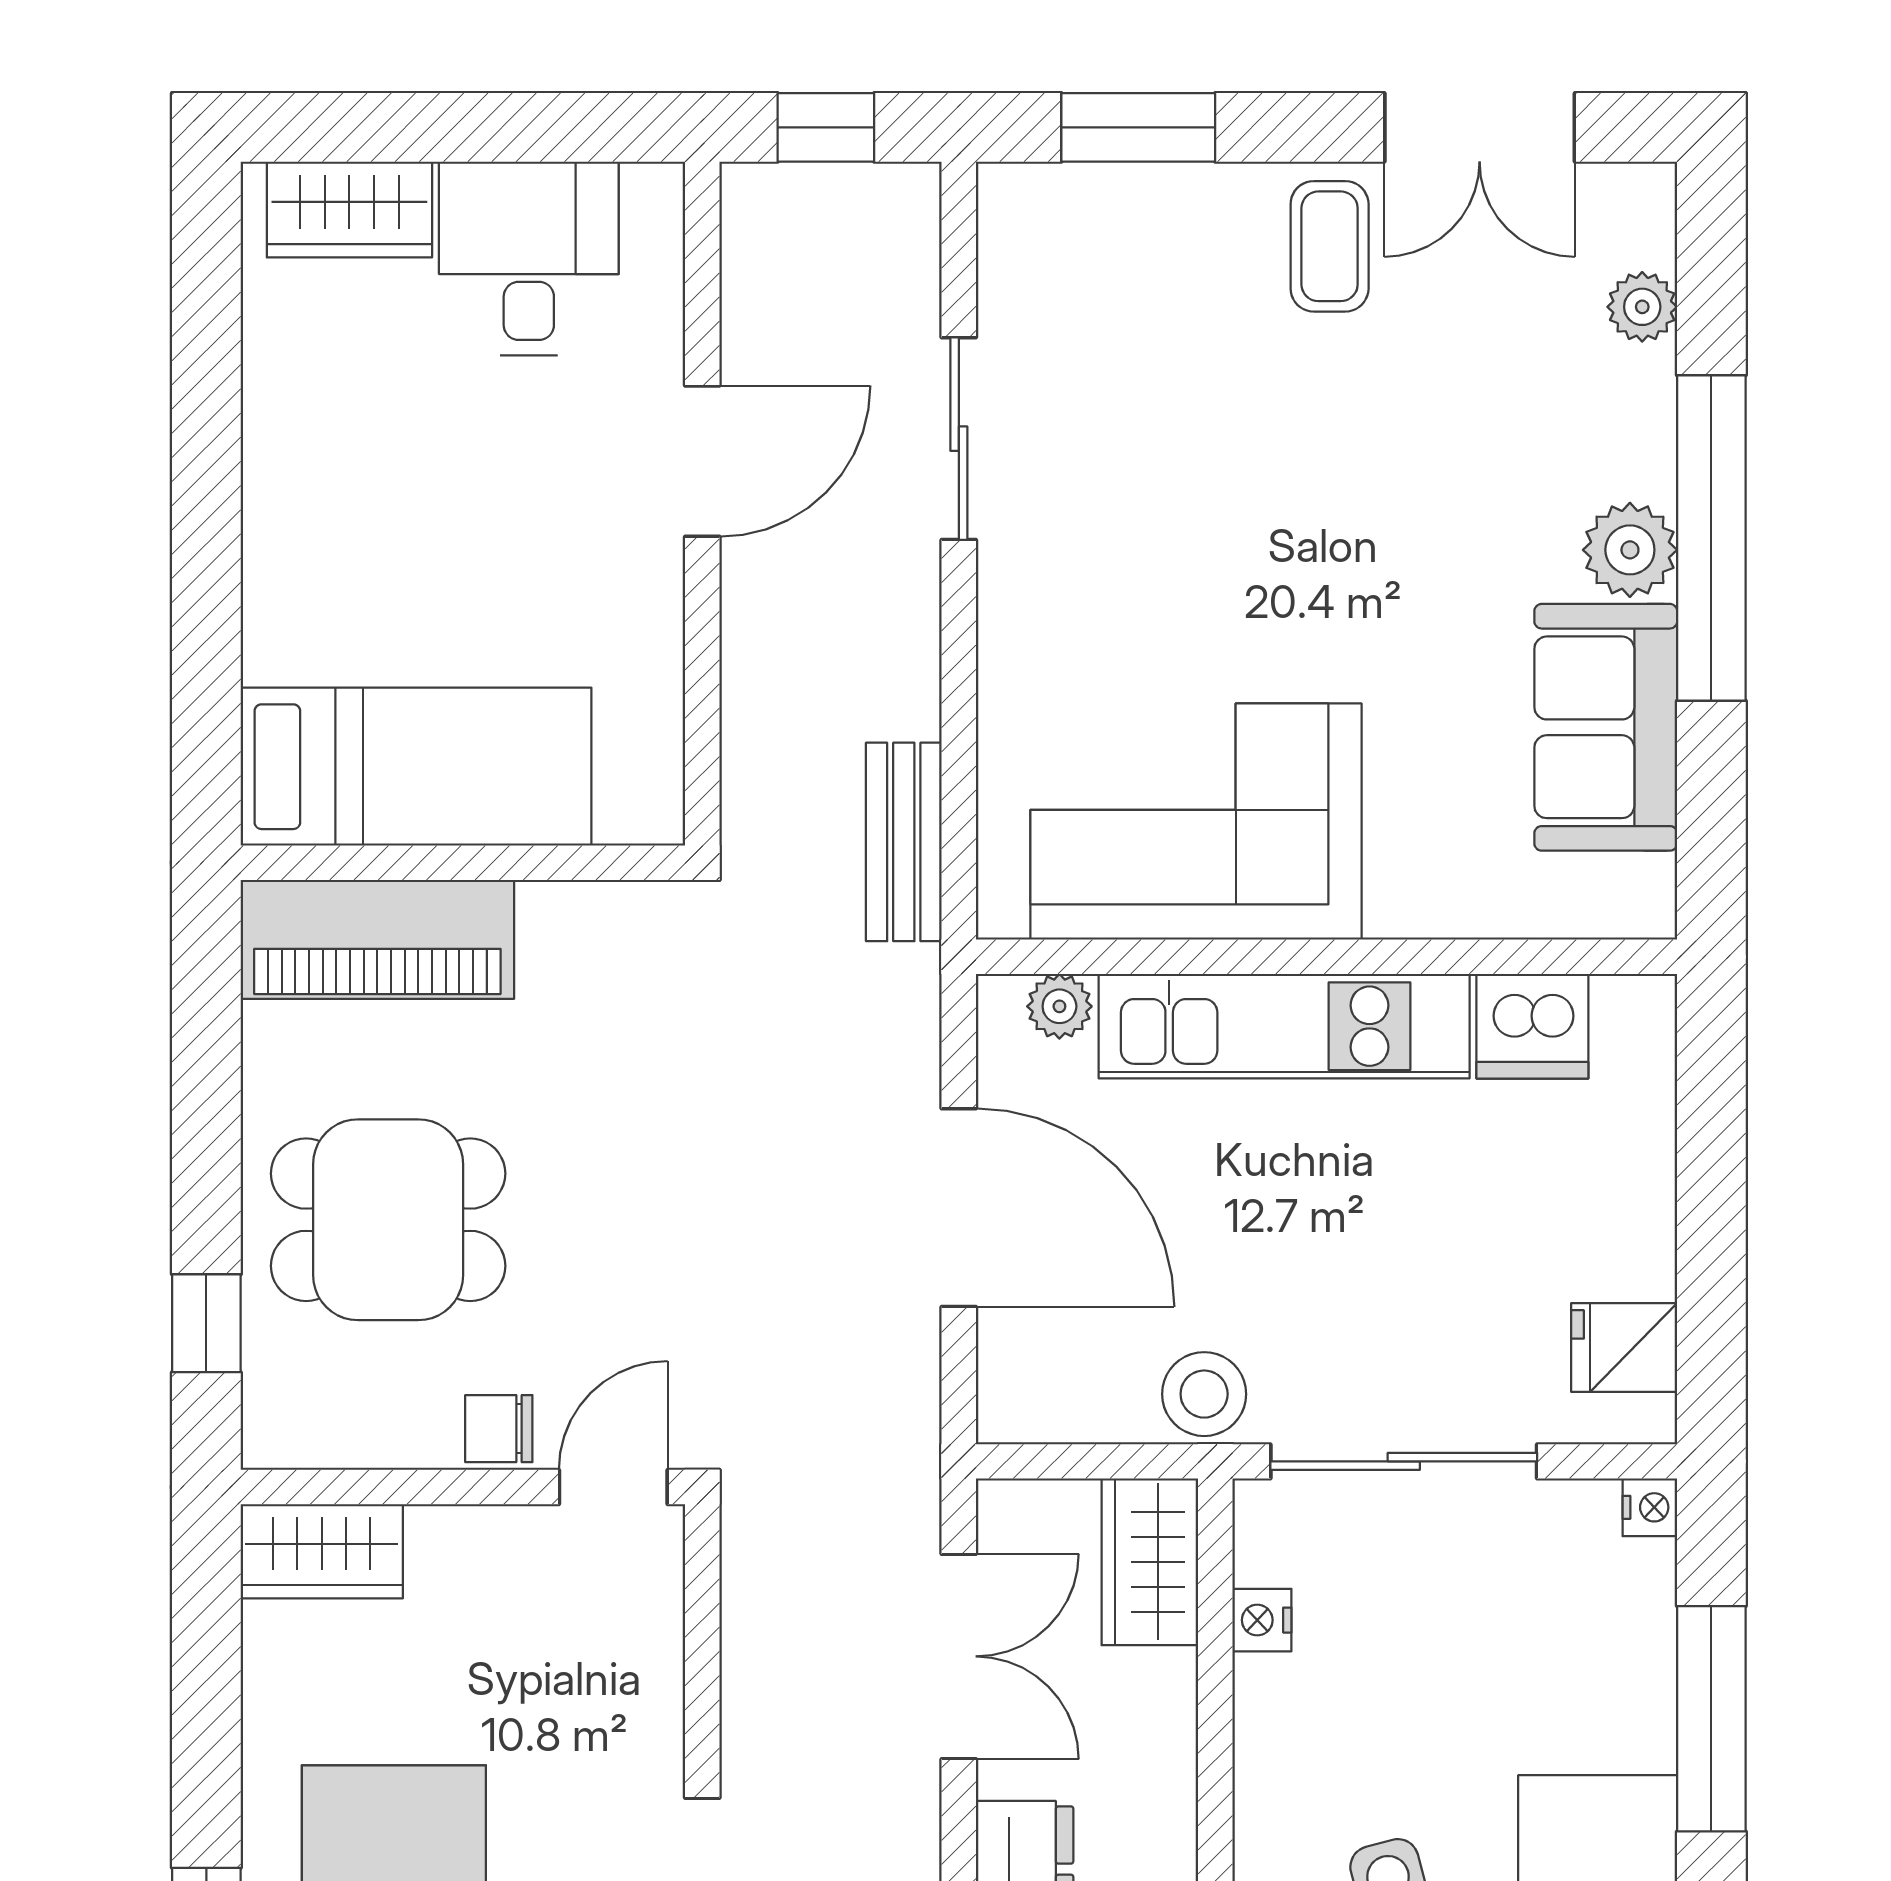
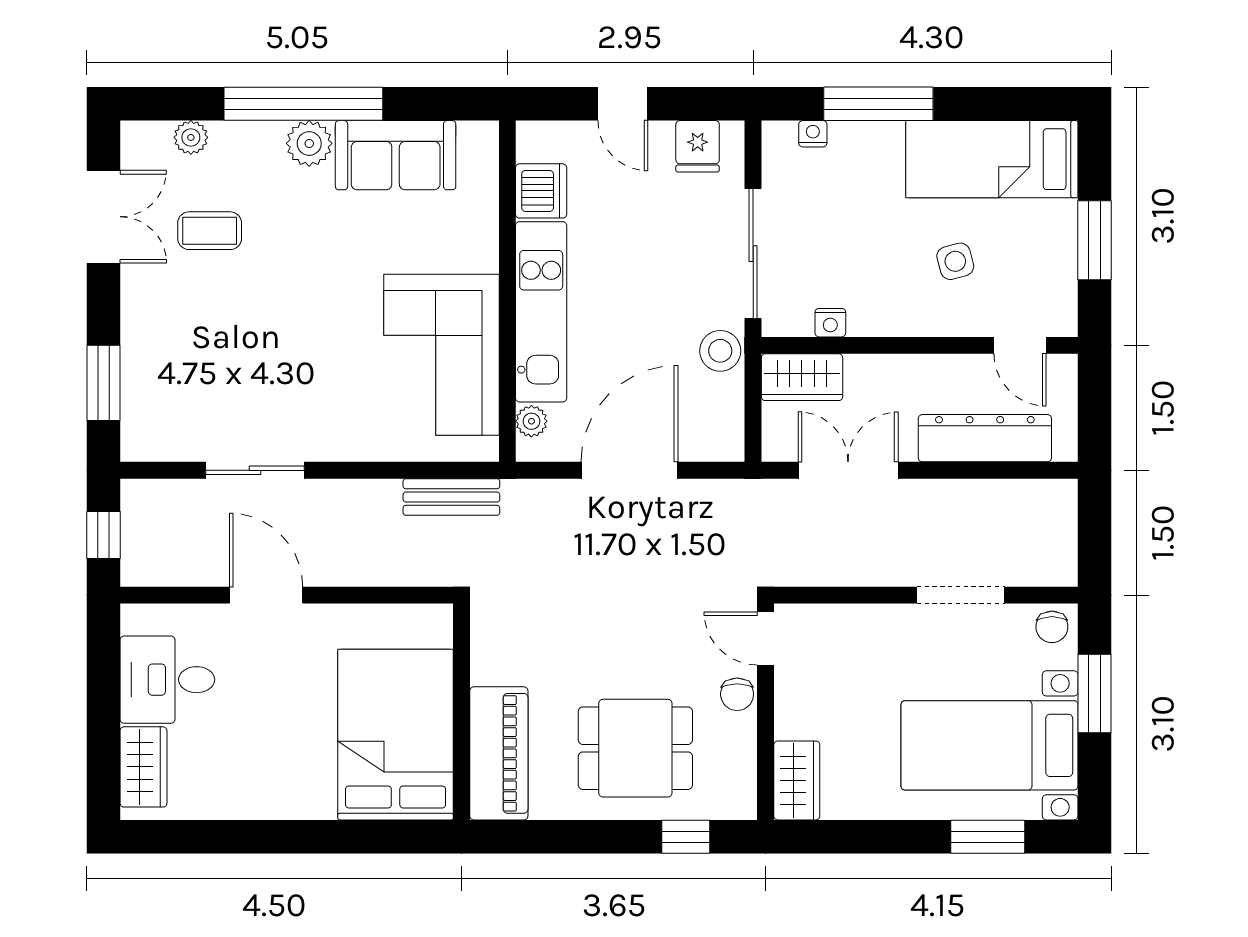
coffee table: (1330, 246) -> (210, 231), moved
bed: (416, 767) -> (396, 735), width x1.50
door: (1711, 1194) -> (623, 104), added
dining table: (388, 1220) -> (635, 748), turned 90
nightstand: (1650, 1507) -> (813, 134), moved

